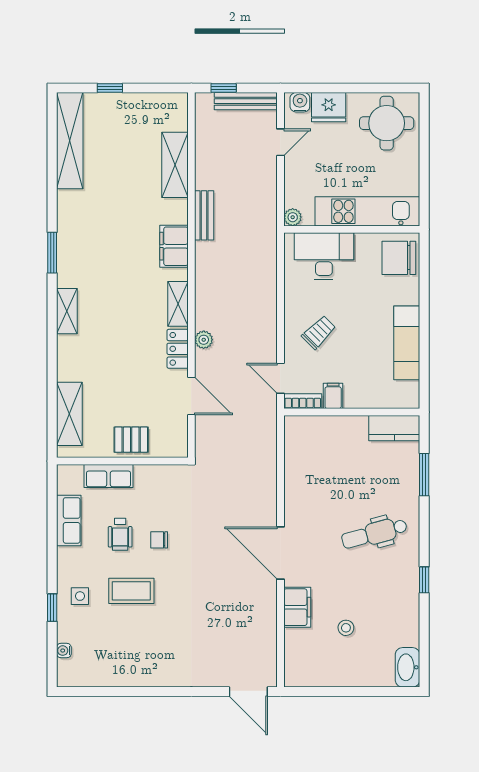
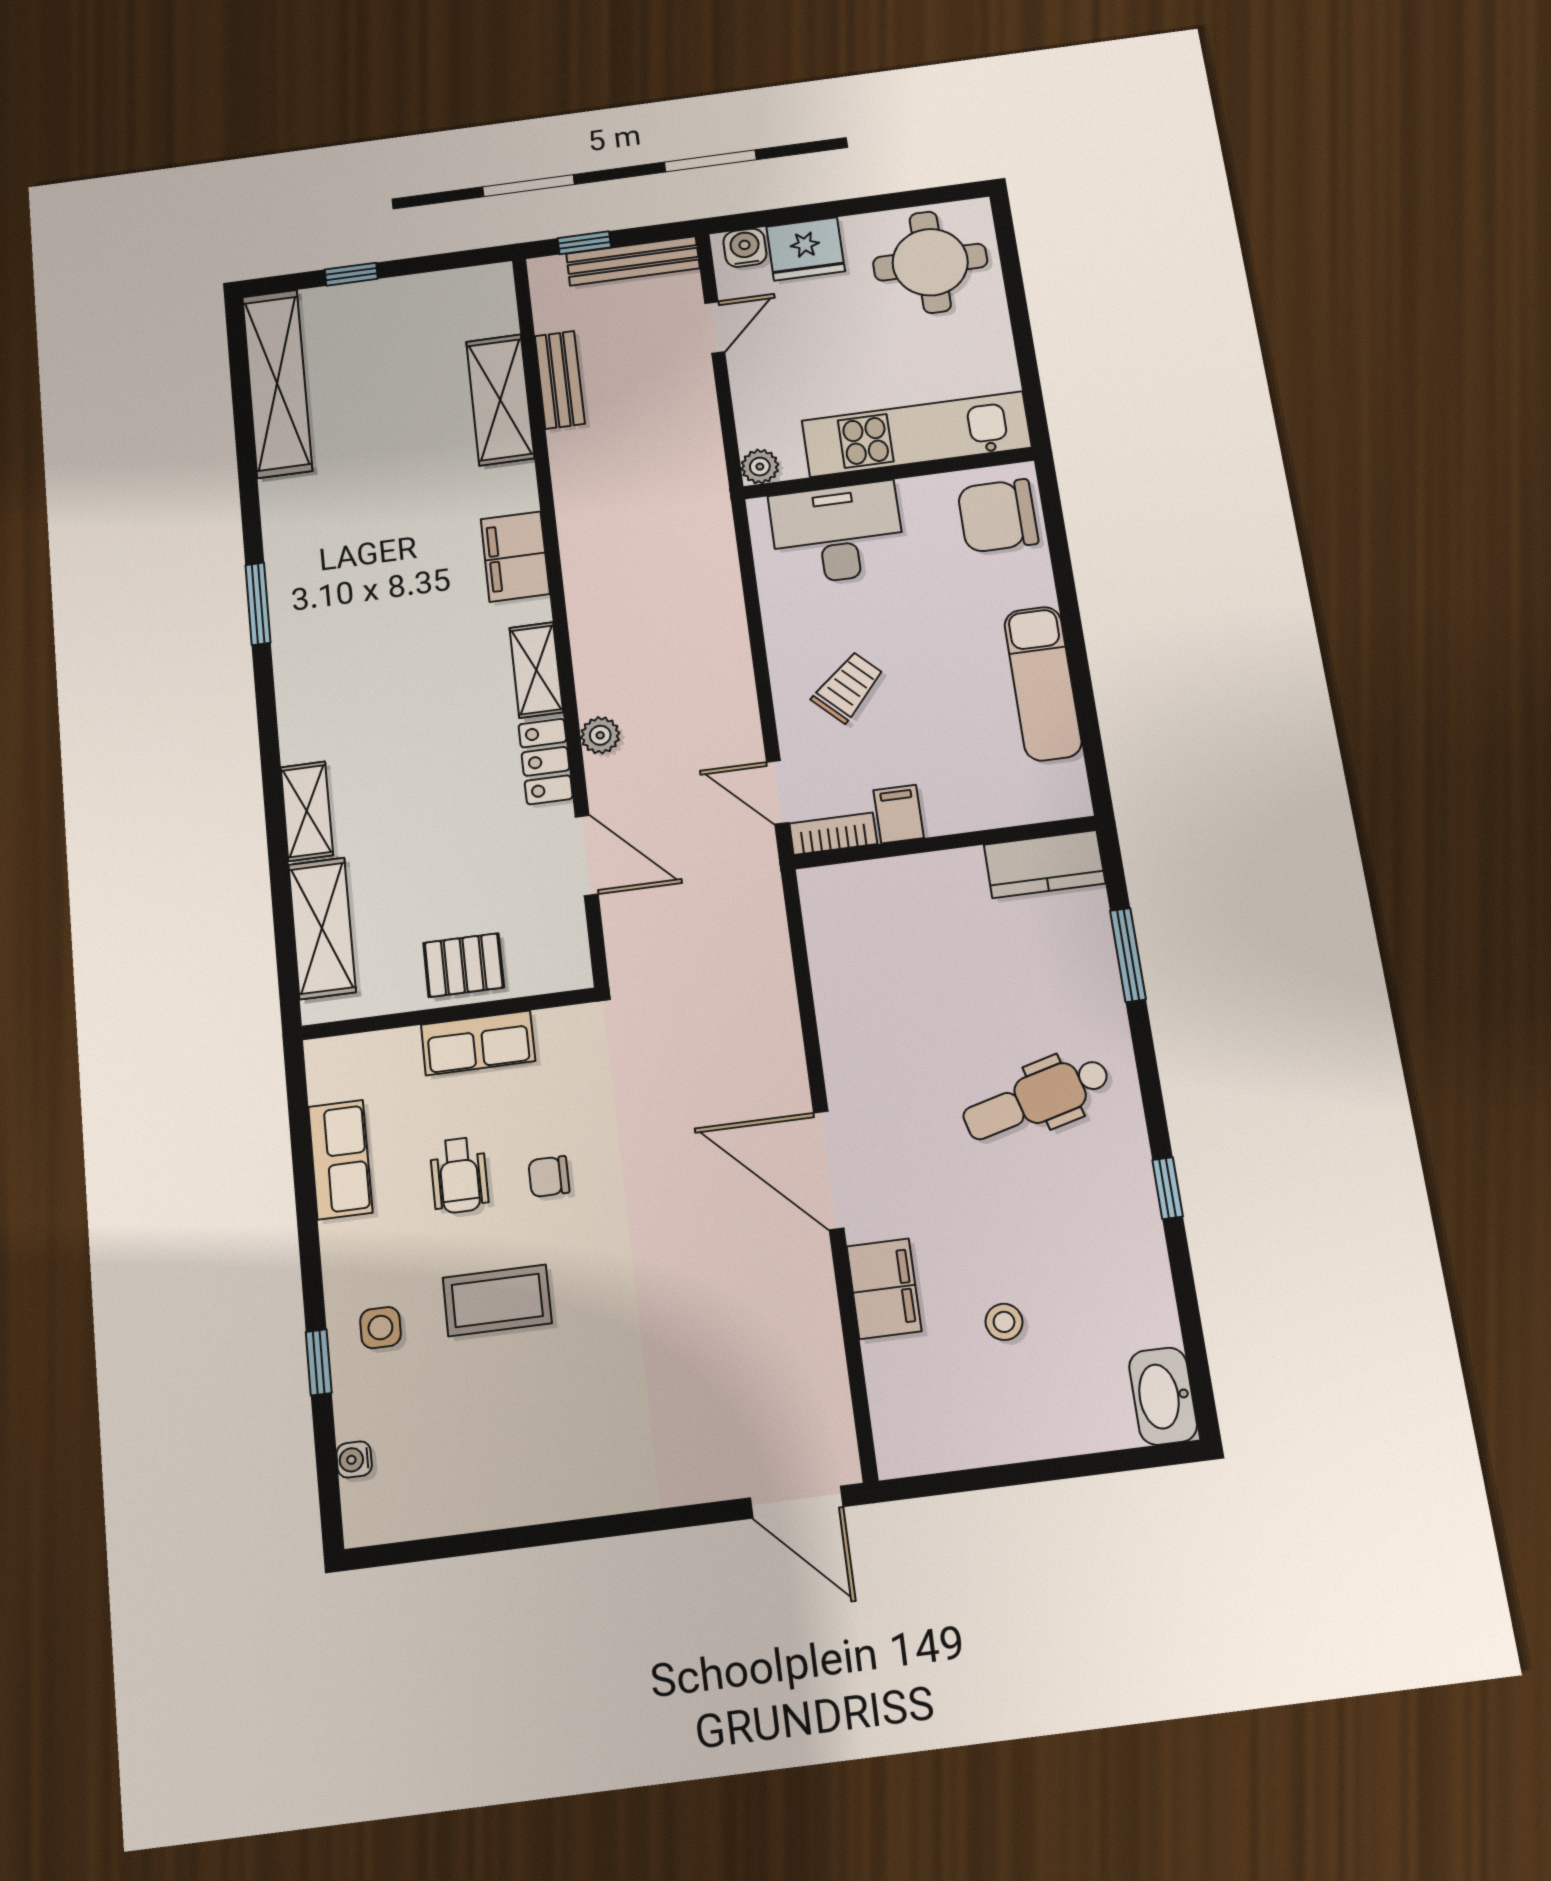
bench: (204, 215) -> (560, 380), moved
shelving: (67, 311) -> (307, 811), moved
row of seats: (109, 476) -> (478, 1043), moved

